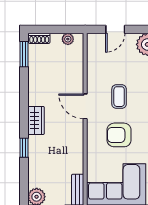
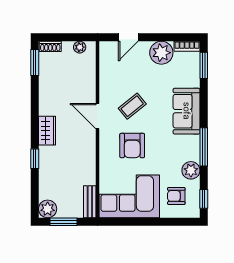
coffee table: (119, 97) -> (132, 106), turned 51
armchair: (119, 135) -> (132, 146), turned -90

